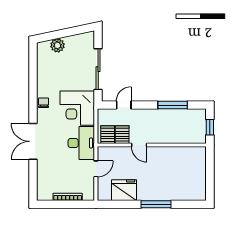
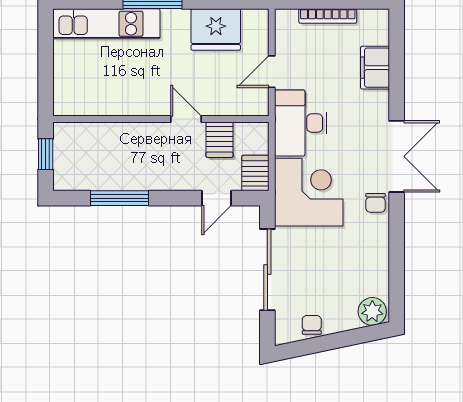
chair: (76, 41) -> (312, 325), added
plant: (57, 45) -> (372, 311), moved
server rack: (108, 135) -> (255, 173), moved, turned 180
double door: (33, 141) -> (397, 156), moved
filing cabinet: (44, 171) -> (375, 68), added
kitchen unit: (179, 193) -> (106, 24), added

